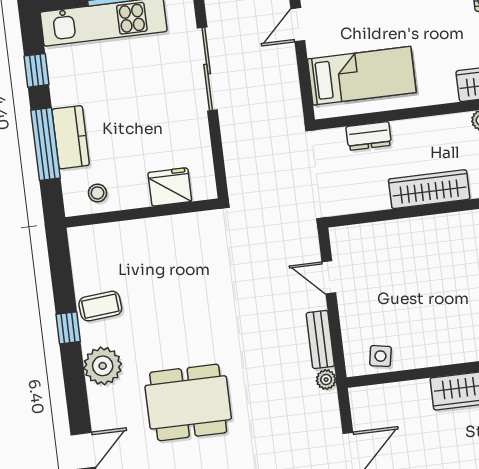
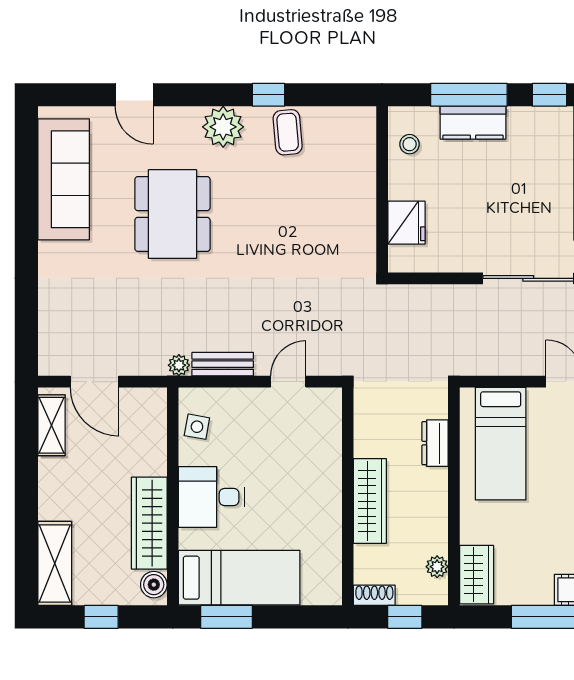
desk: (443, 335) -> (211, 497), added

